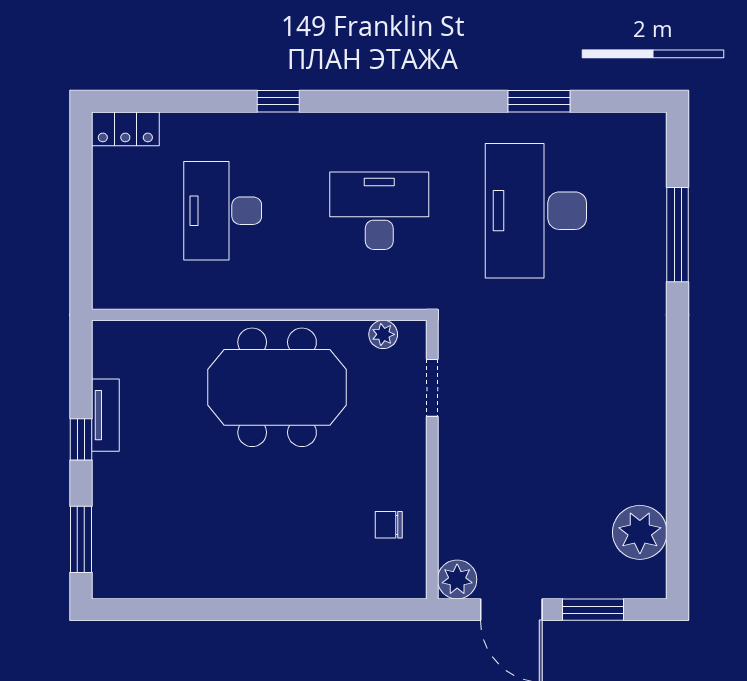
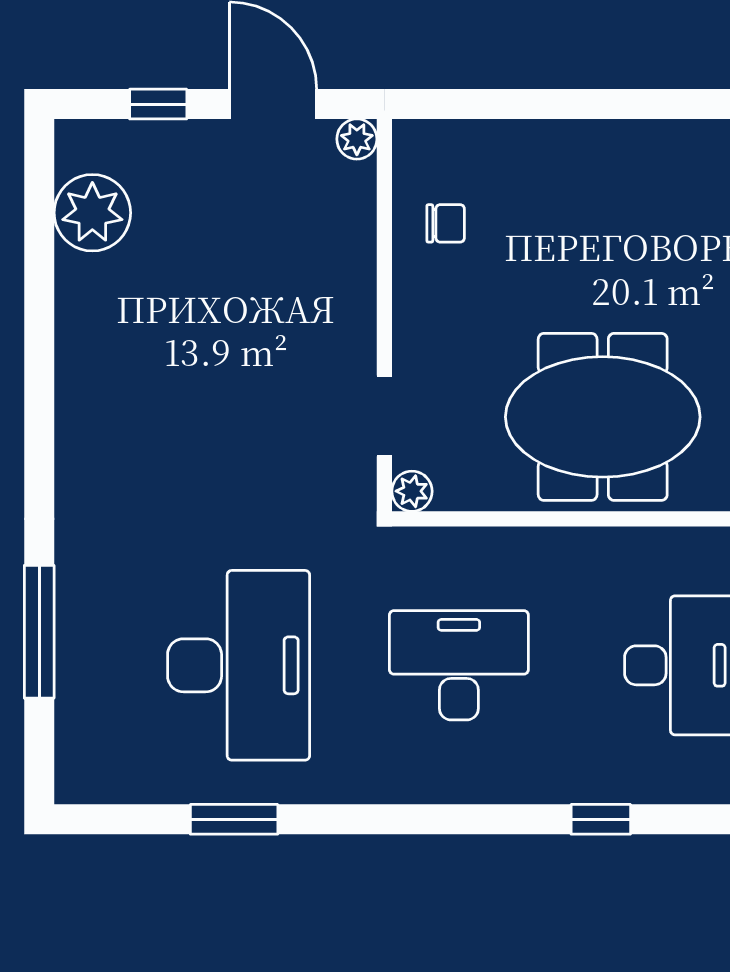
desk: (379, 211) -> (459, 665), turned 180
plant: (383, 334) -> (412, 491), moved
plant: (457, 579) -> (357, 139), width x0.73, depth x0.73
window: (593, 610) -> (158, 104), width x0.67

